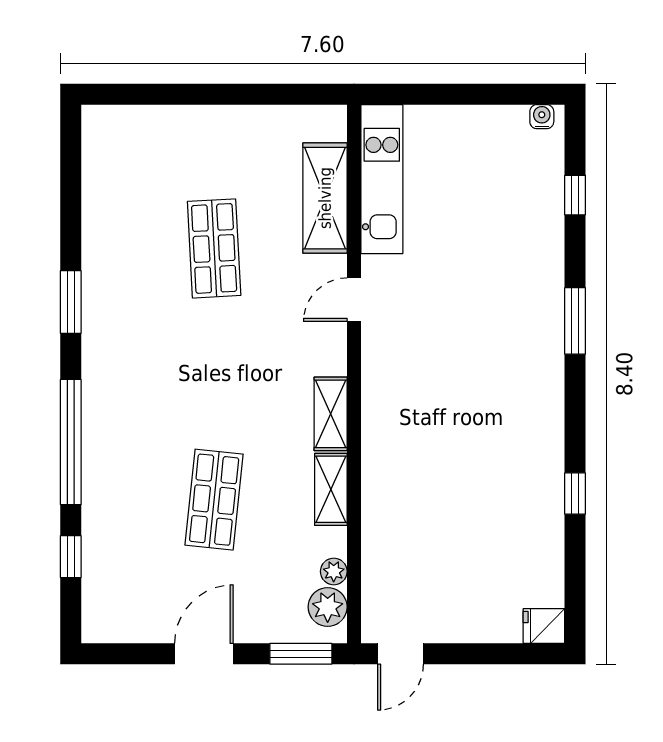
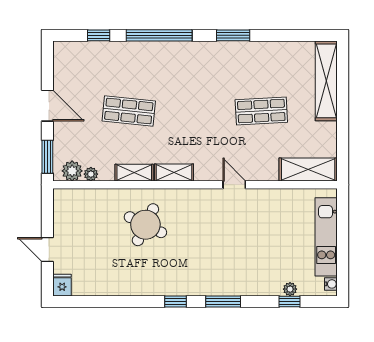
shelving: (157, 125) -> (326, 81), added
kitchen unit: (382, 179) -> (326, 237), moved, turned 90
plant: (552, 194) -> (290, 289), added
shelving: (325, 198) -> (308, 170), moved
round table: (430, 468) -> (145, 225), added
window: (575, 494) -> (176, 301), moved
door: (400, 654) -> (47, 250), moved

